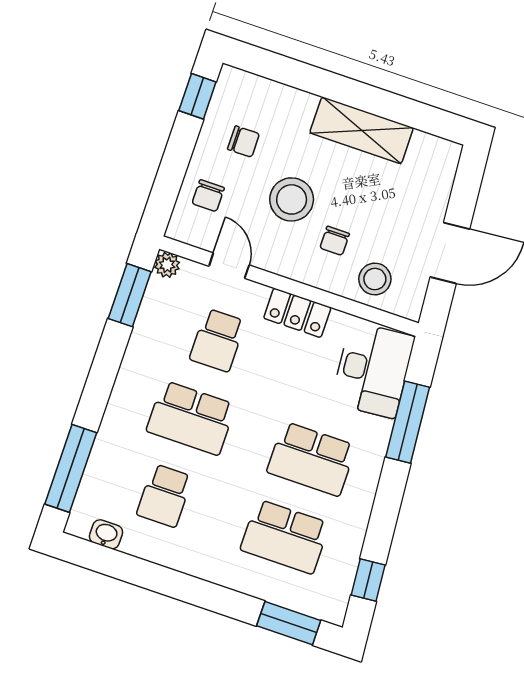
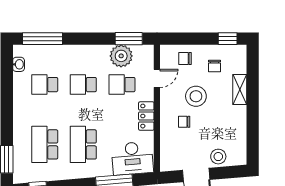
shelving: (362, 130) -> (240, 90), moved, width x0.67, depth x0.75
plant: (167, 265) -> (121, 56), moved, width x1.87, depth x1.87
stool: (375, 279) -> (218, 157), moved
school desk: (191, 418) -> (83, 85), width x0.54

